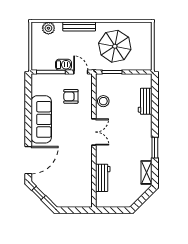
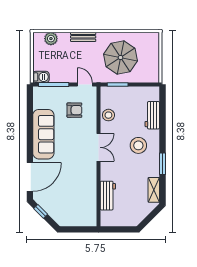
bench: (79, 26) -> (83, 37), width x0.73
barbecue: (63, 65) -> (41, 77), moved
armchair: (71, 96) -> (74, 110), turned 180
stool: (132, 130) -> (138, 145), added

